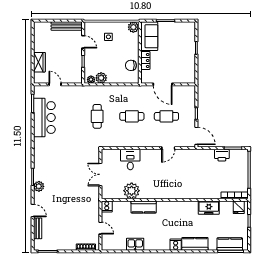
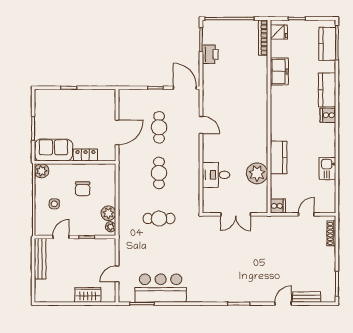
chair: (131, 65) -> (83, 189), moved
door: (196, 136) -> (185, 88), hinge flipped
plant: (39, 186) -> (251, 295), removed

